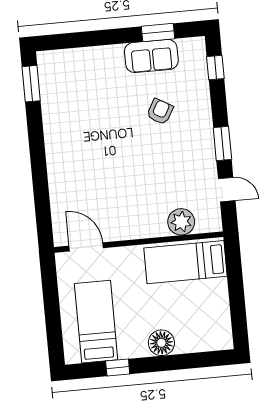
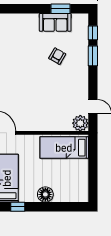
window: (222, 144) -> (93, 56), moved
plant: (181, 222) -> (80, 123), moved

